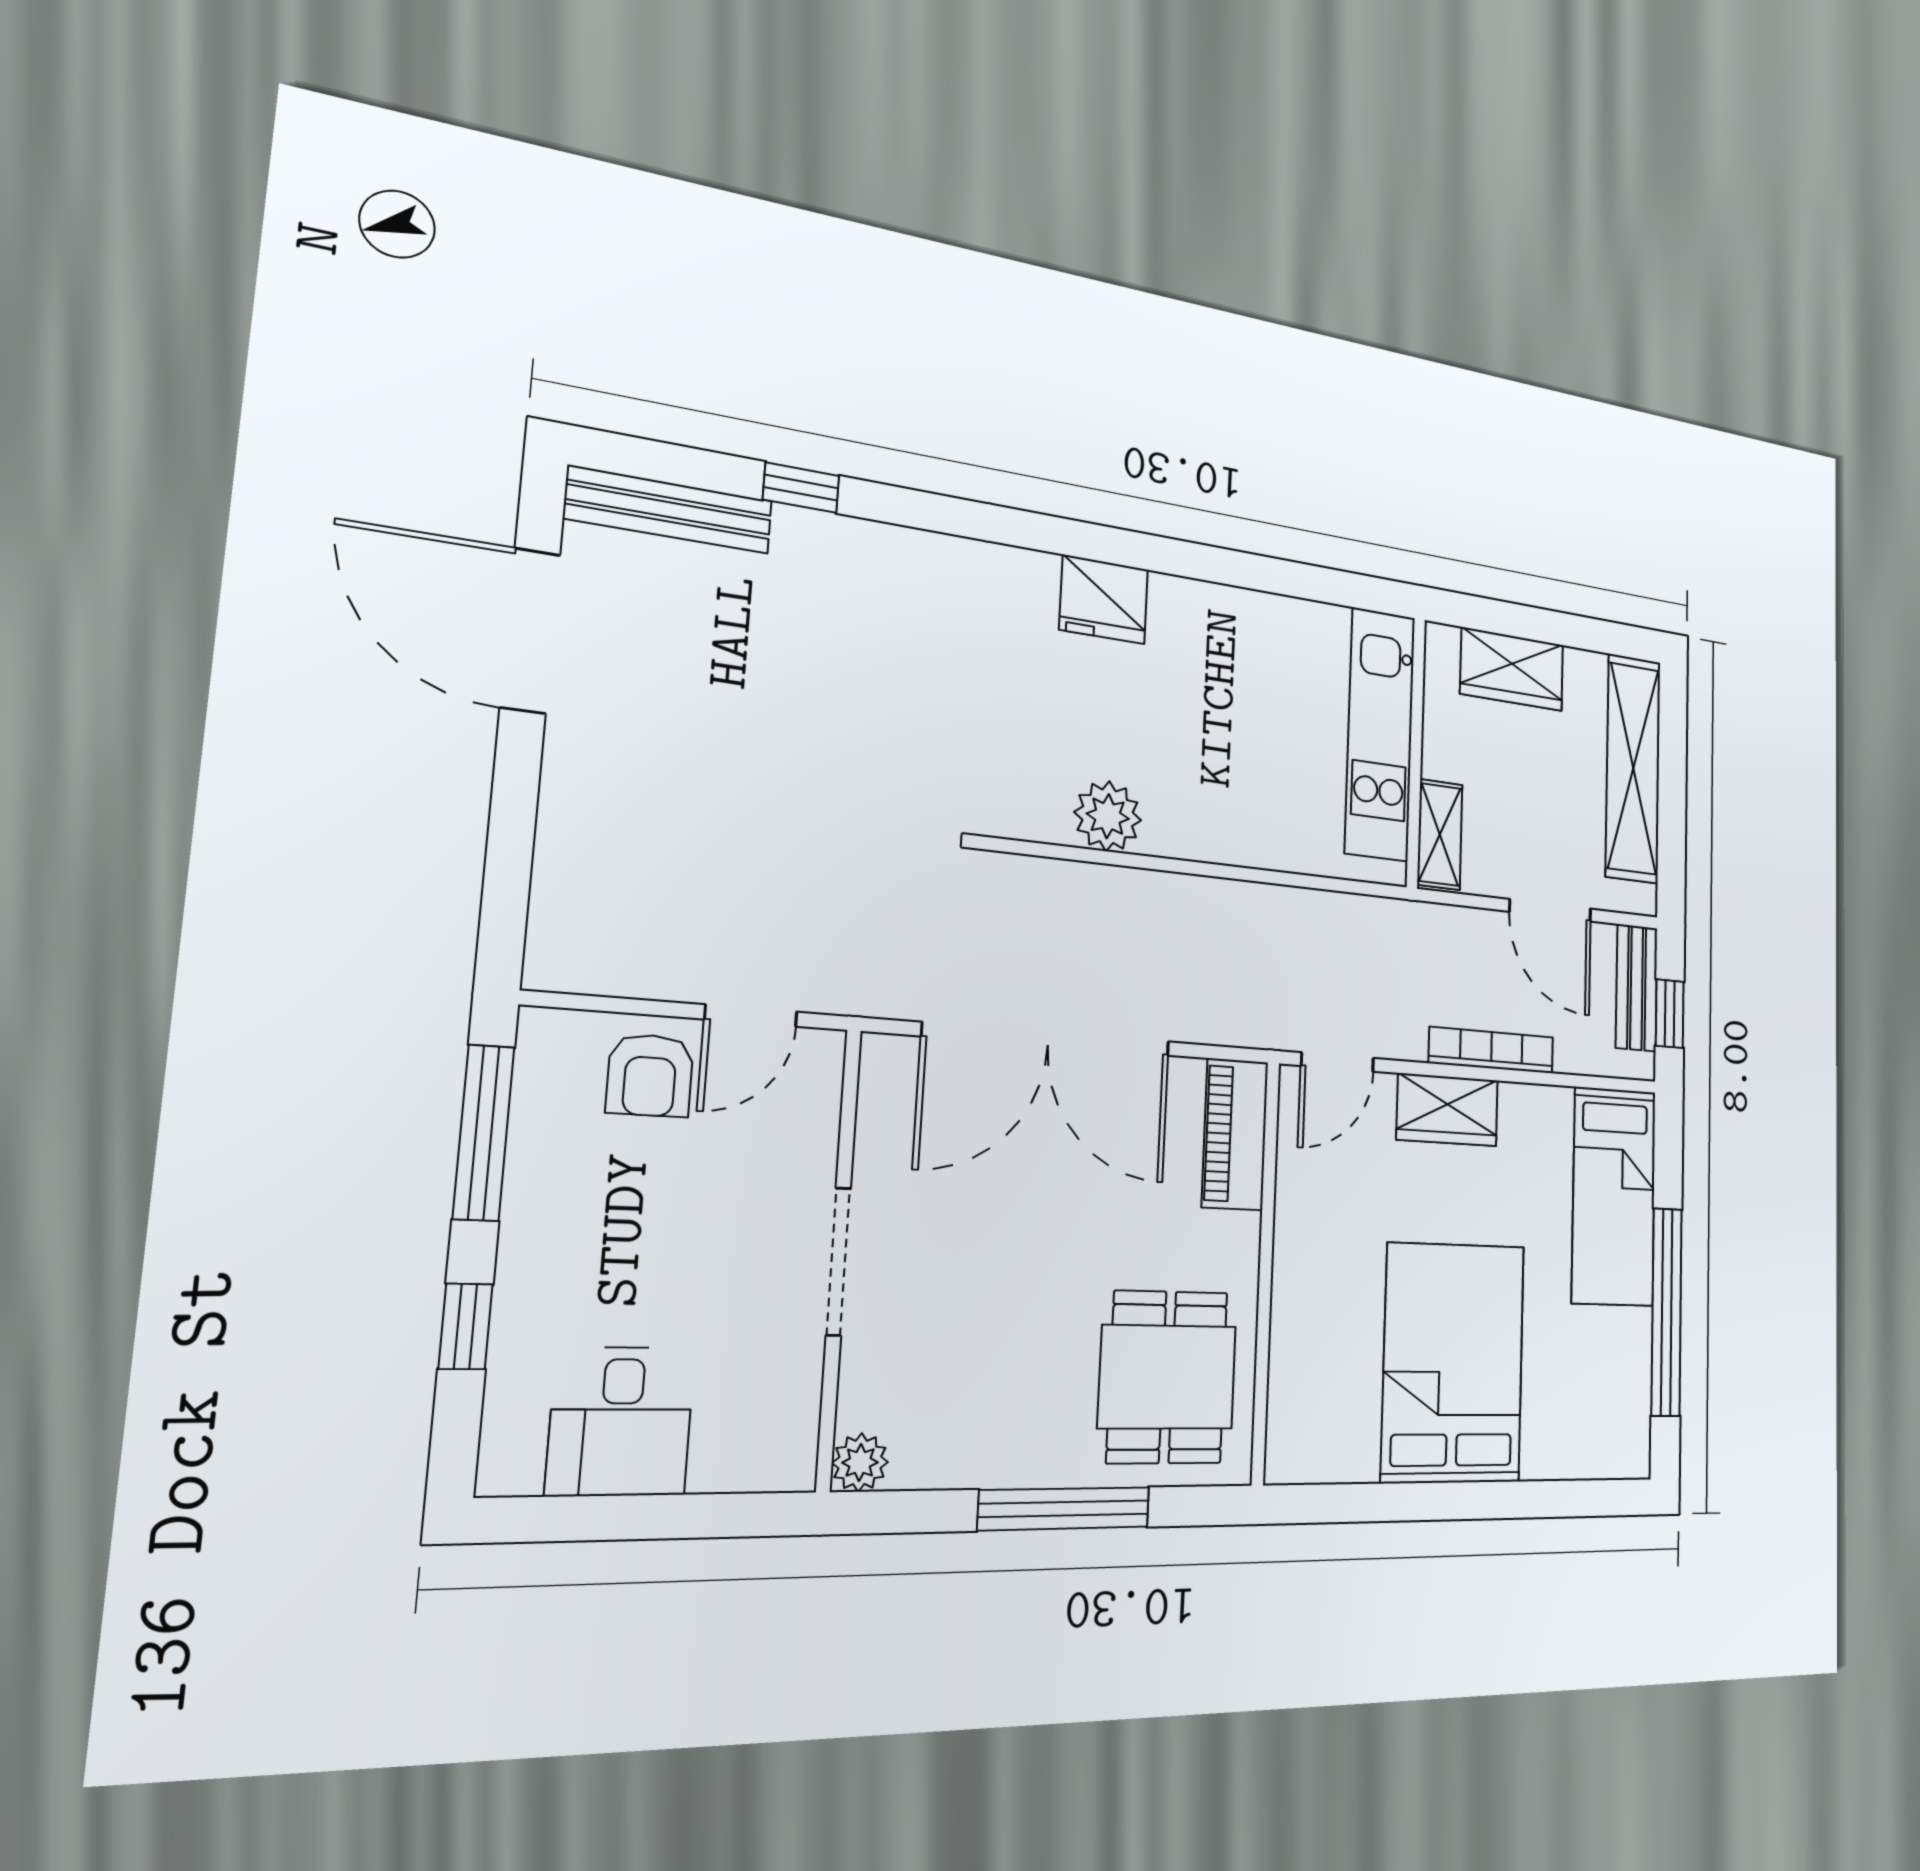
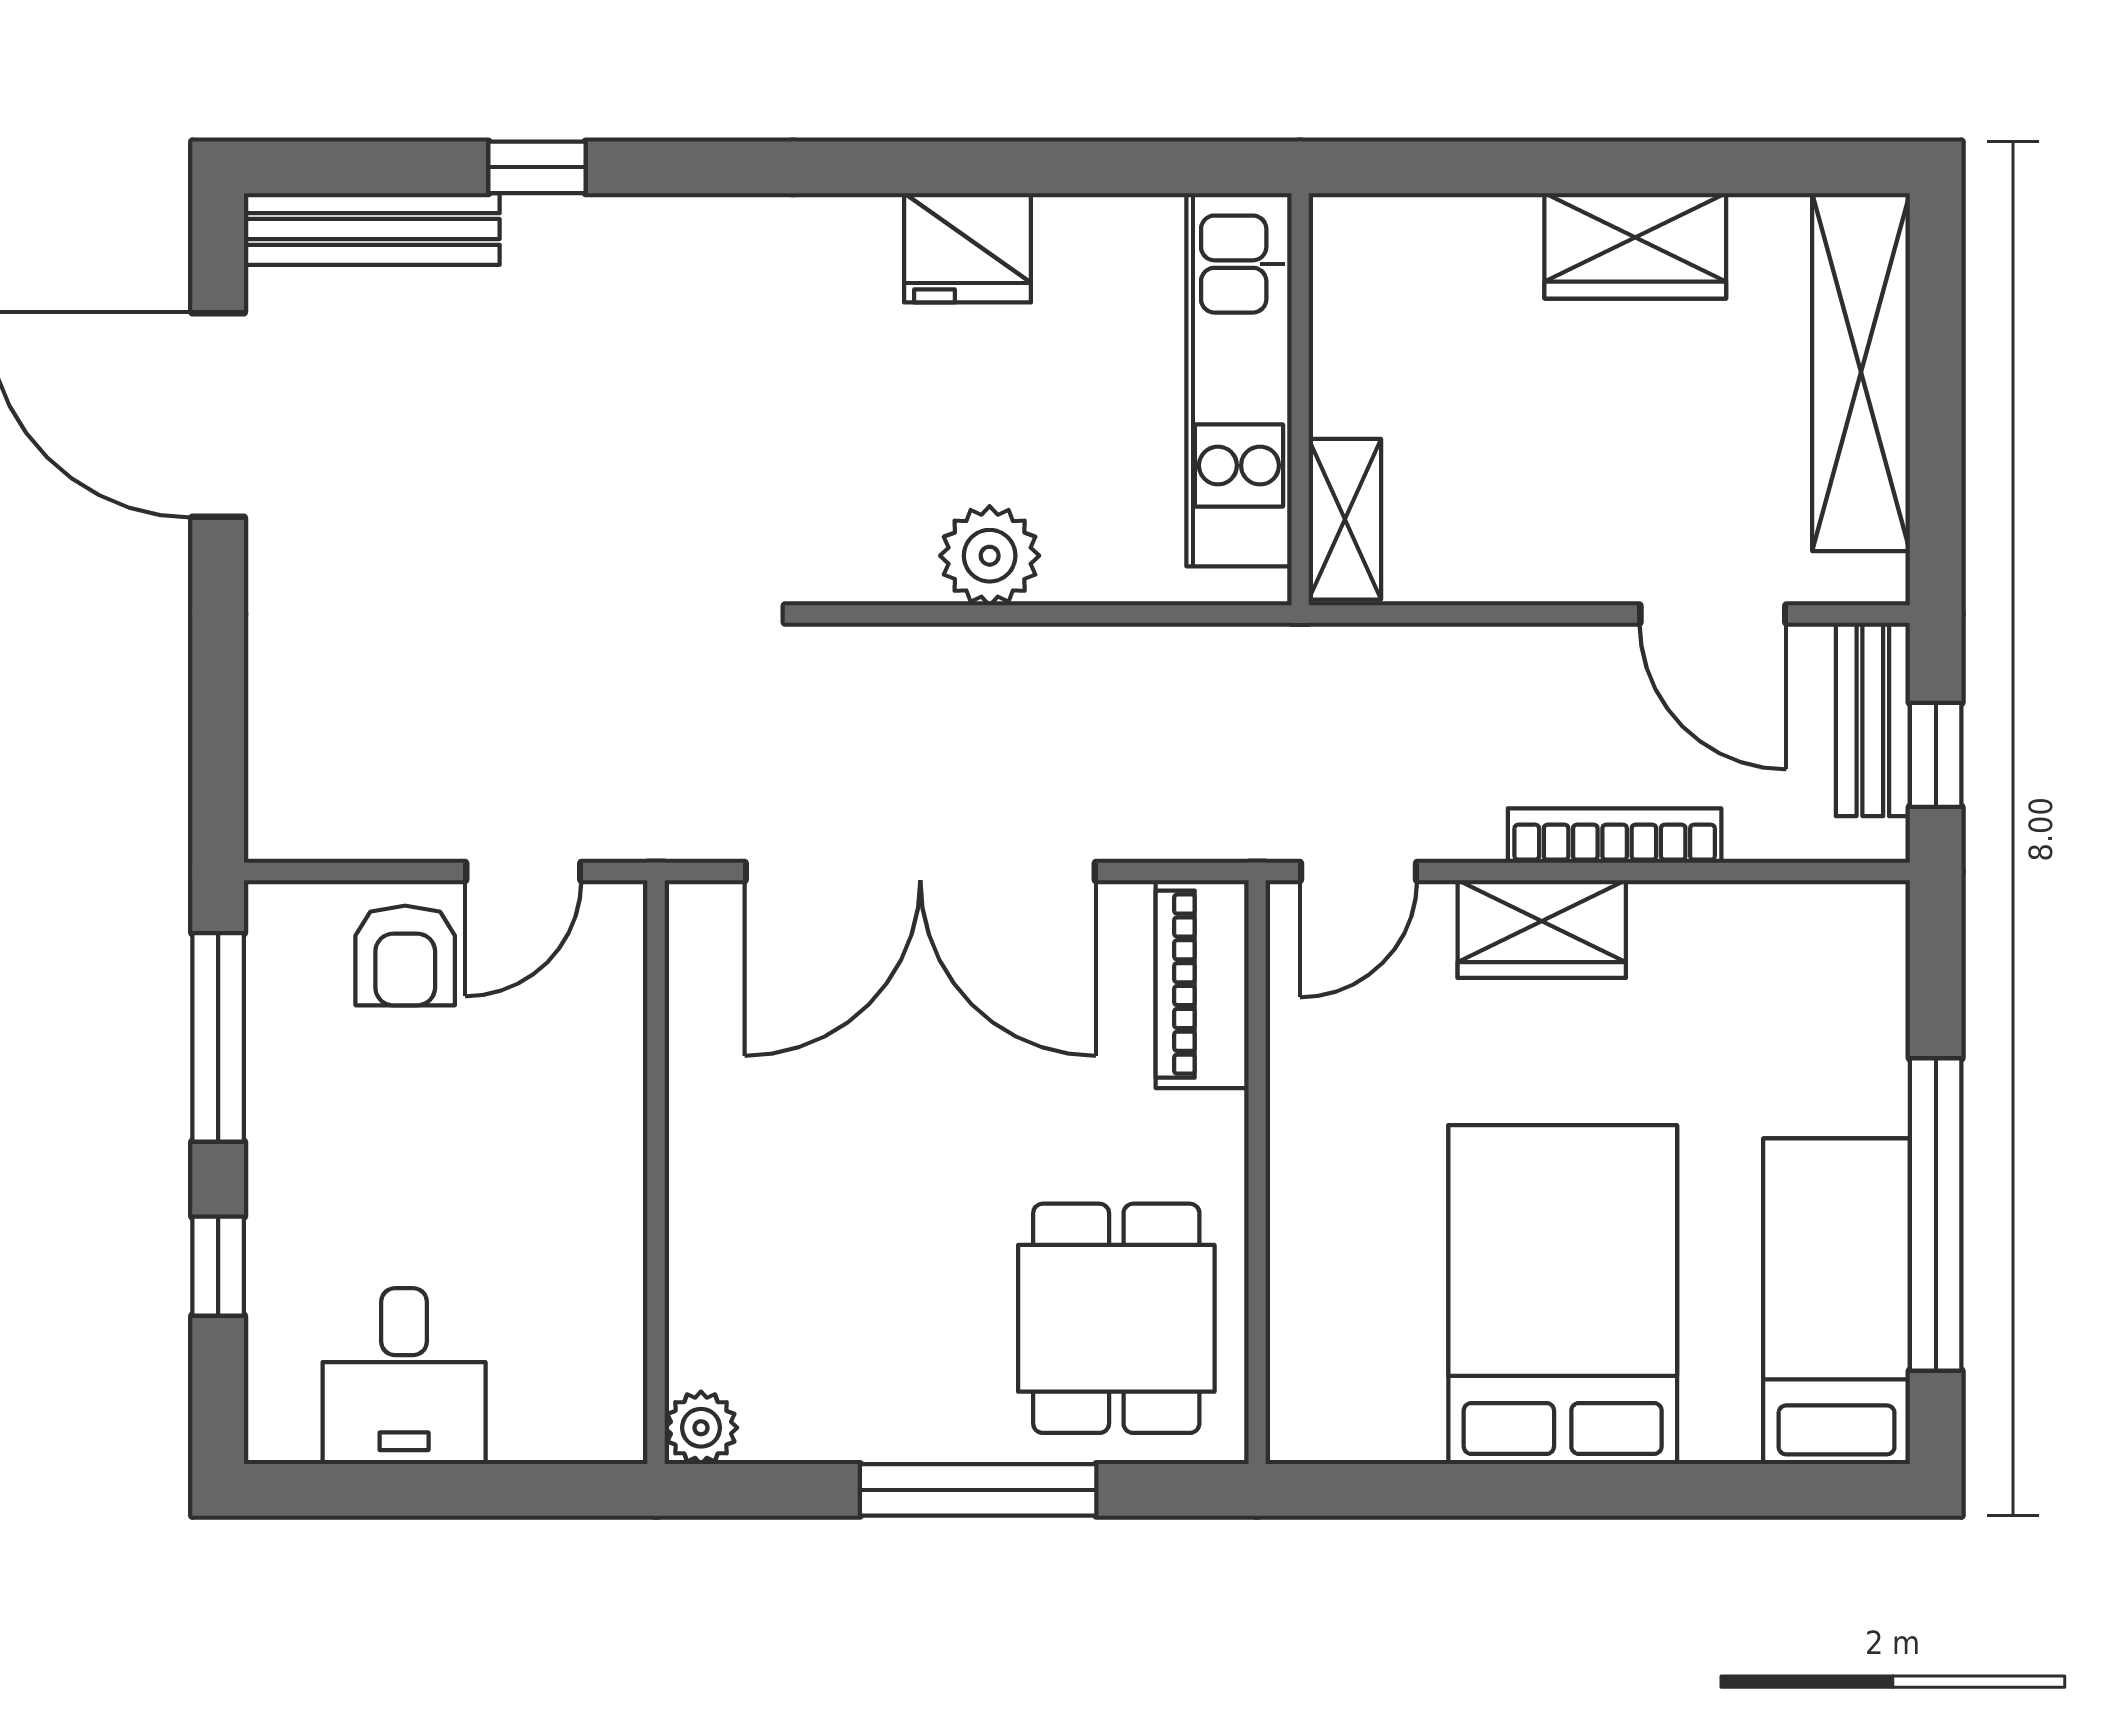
kitchen unit: (1380, 734) -> (1239, 380), moved
wall: (1416, 752) -> (1300, 399), moved
shelving: (1440, 835) -> (1345, 519), moved
bed: (1614, 1196) -> (1837, 1301), moved, turned 180
doorway: (838, 1262) -> (656, 1177), removed

